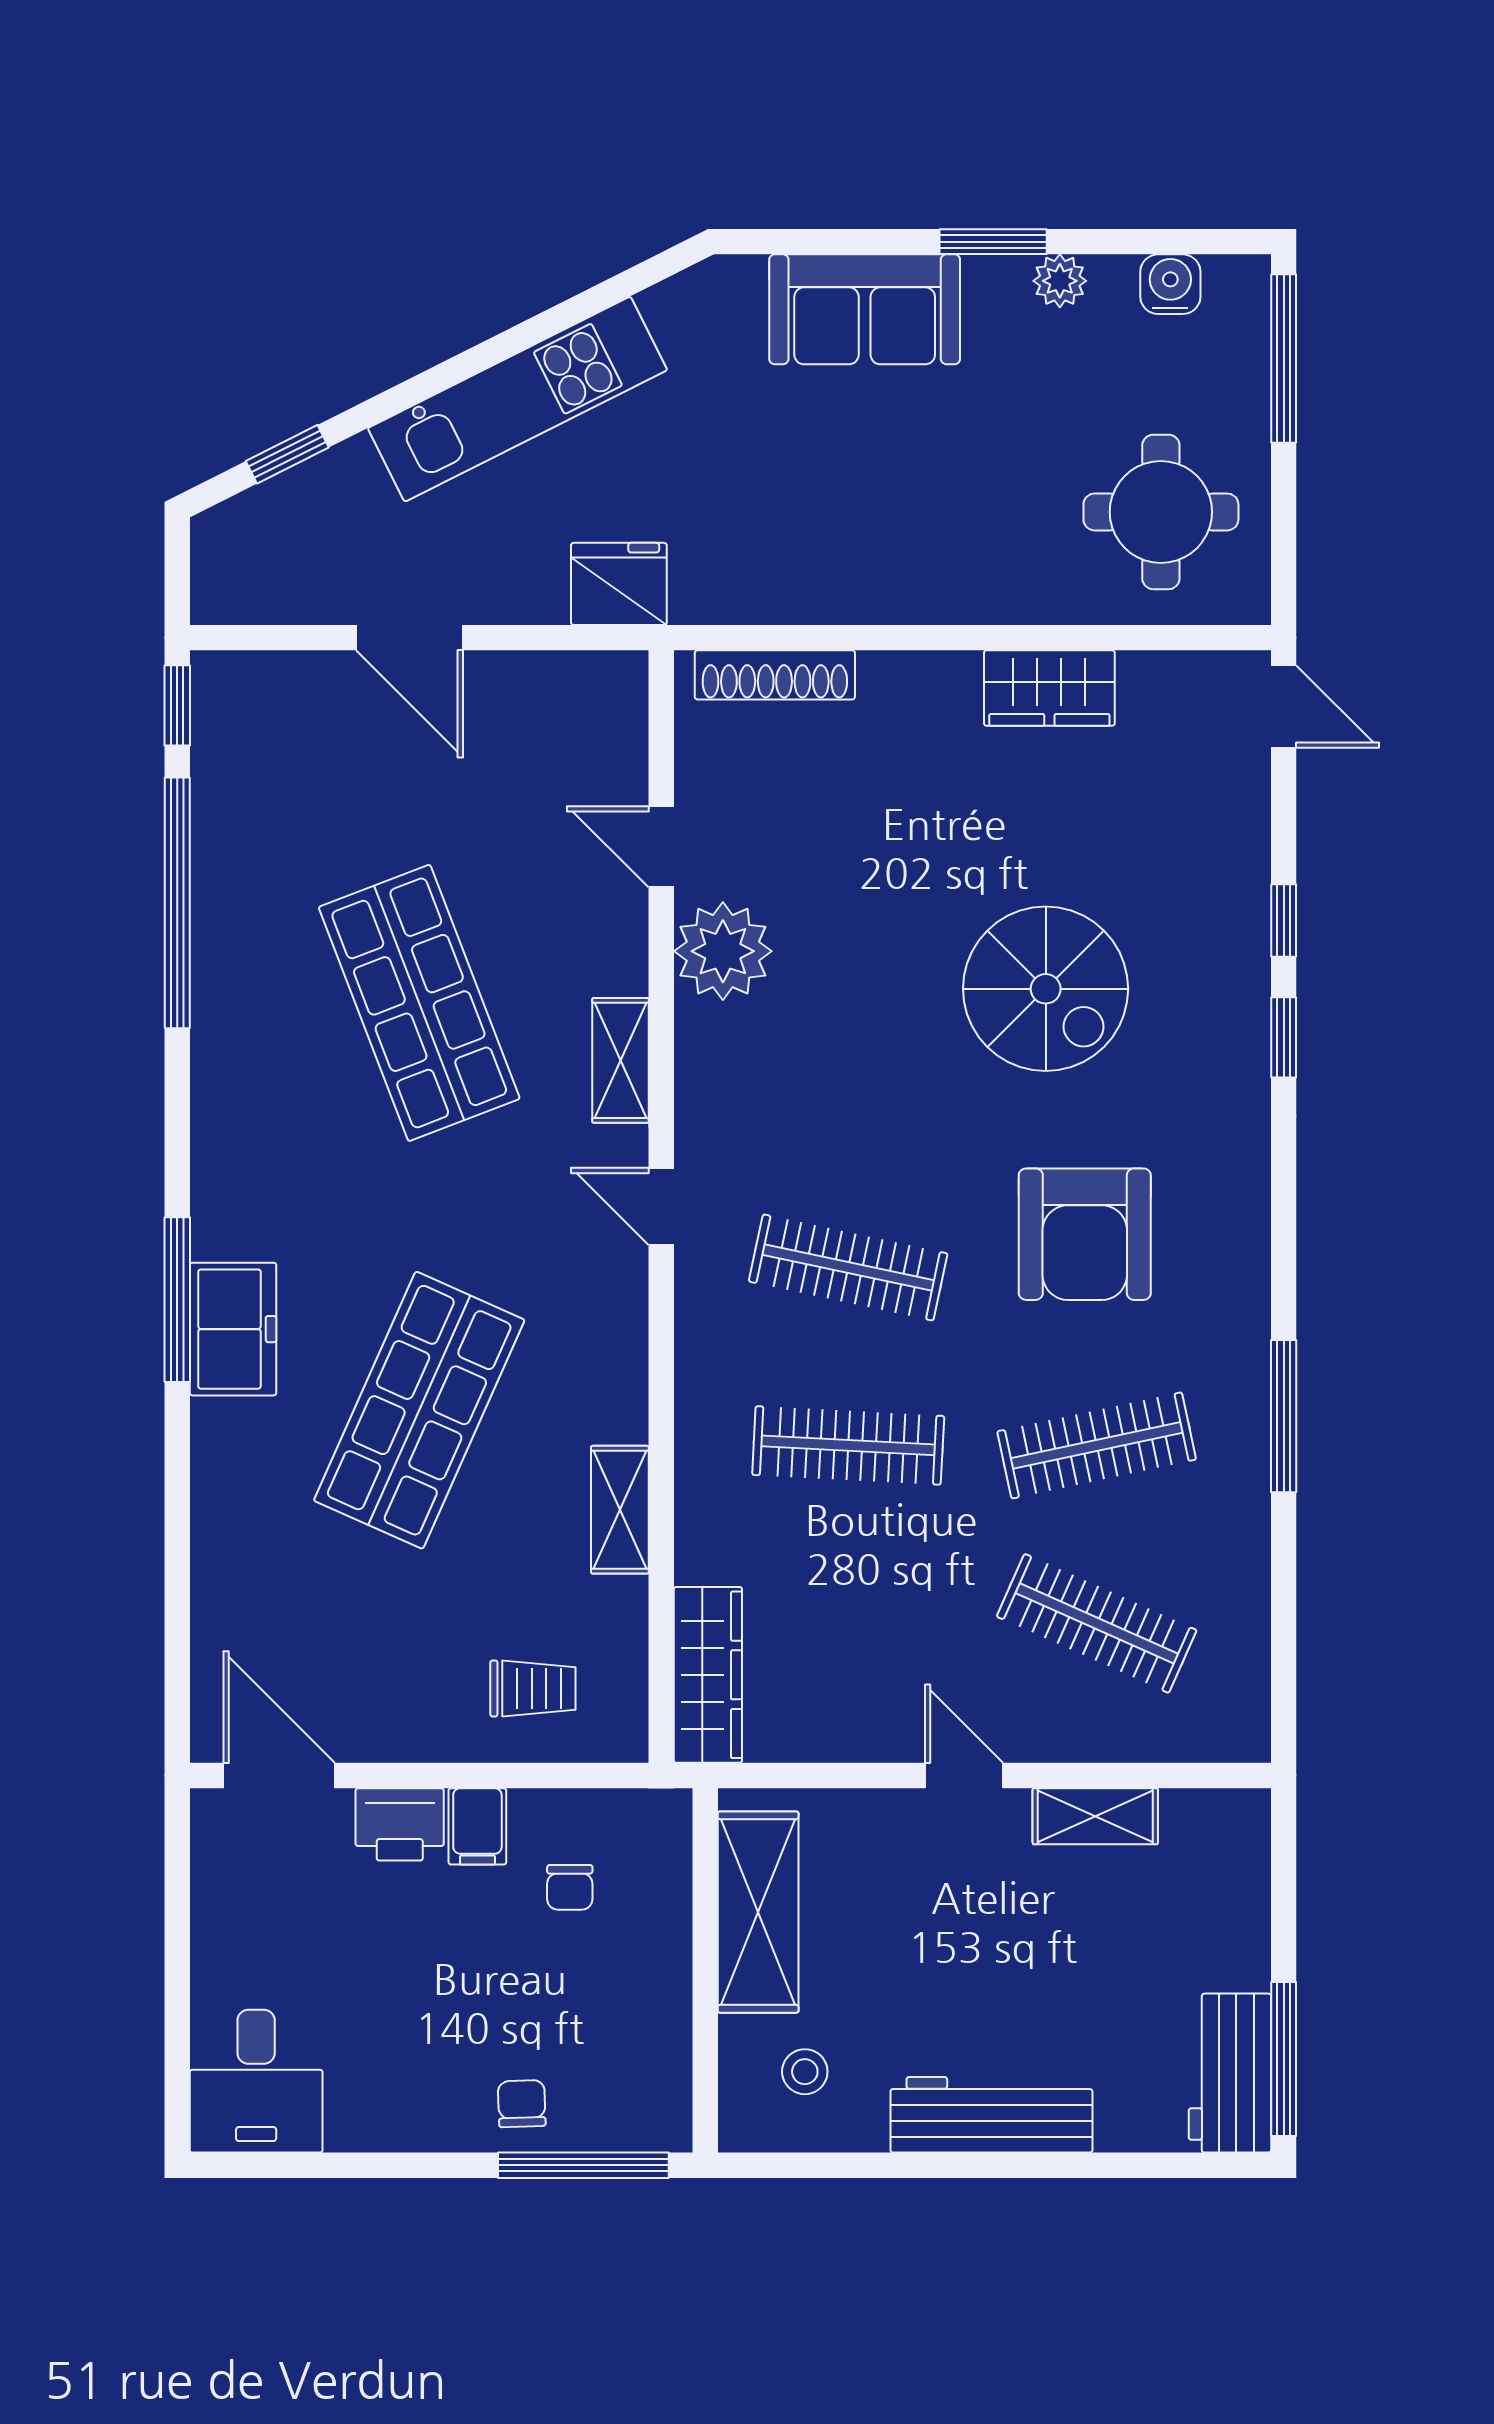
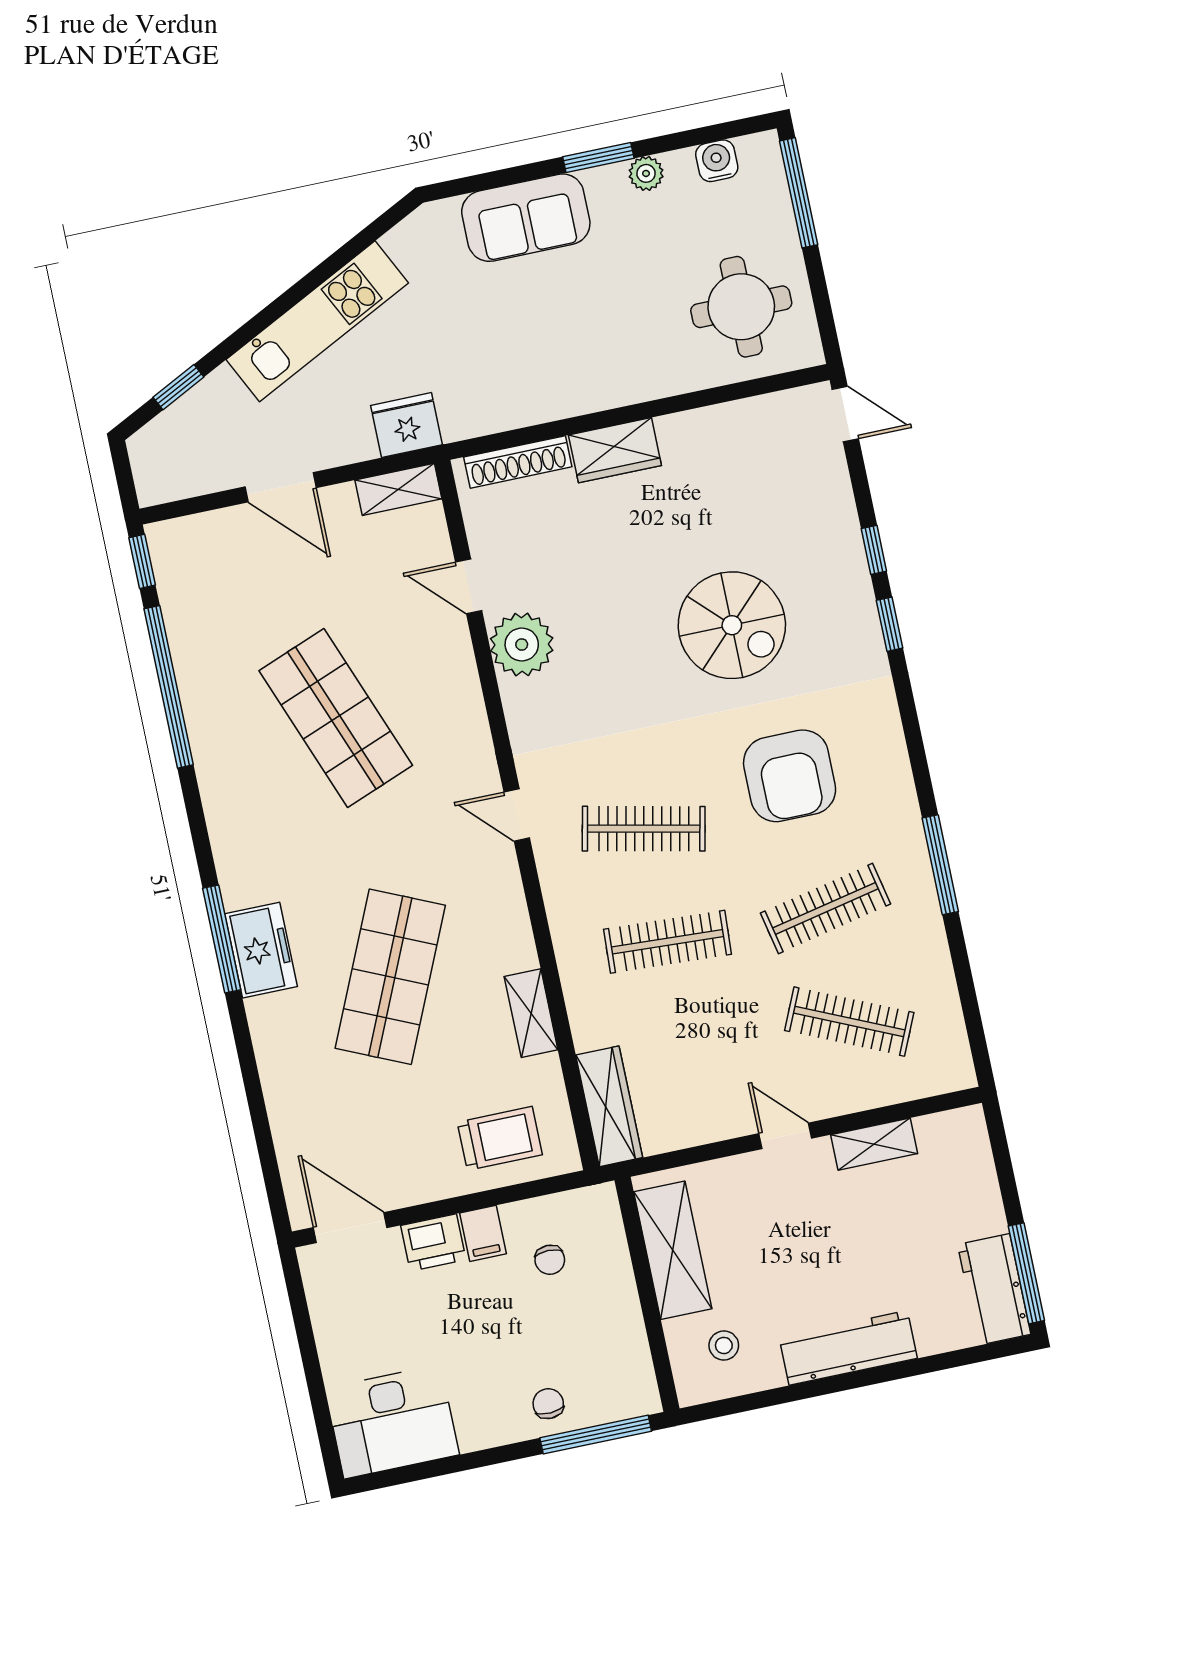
wardrobe: (1049, 688) -> (615, 450), moved
shelving: (621, 1060) -> (398, 489), moved, turned 90
trolley: (533, 1688) -> (500, 1138), width x1.36, depth x1.39
desk: (256, 2081) -> (392, 1422), width x1.37

